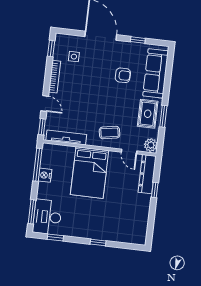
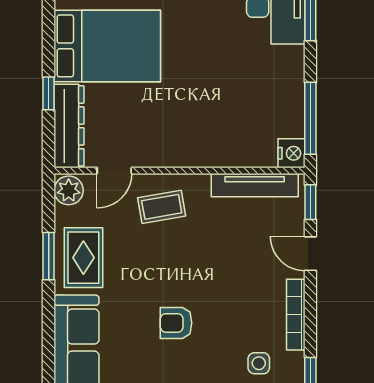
armchair: (123, 75) -> (176, 323), moved
door: (129, 152) -> (114, 171), swing flipped
bed: (90, 173) -> (107, 46), moved, turned 90
nightstand: (45, 175) -> (291, 153), moved

